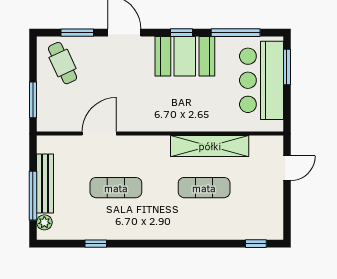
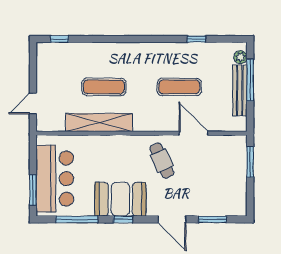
cafe table: (63, 63) -> (162, 161), moved
door: (99, 133) -> (193, 133), swing flipped

